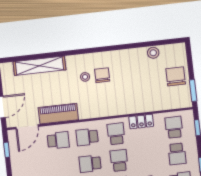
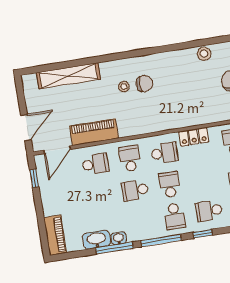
chair: (102, 75) -> (144, 84), turned 90
school desk: (116, 134) -> (164, 153), turned 90
school desk: (87, 137) -> (130, 158), turned 90

